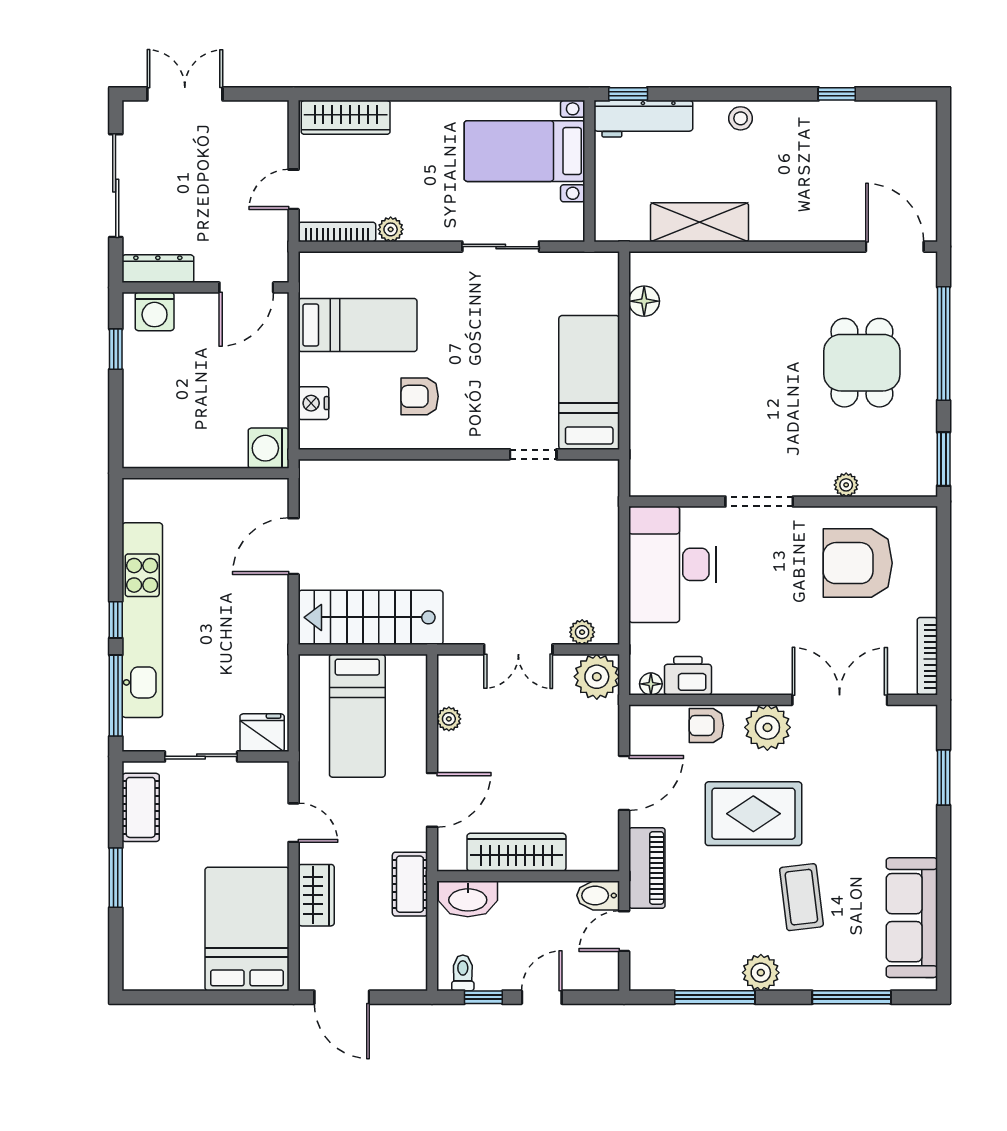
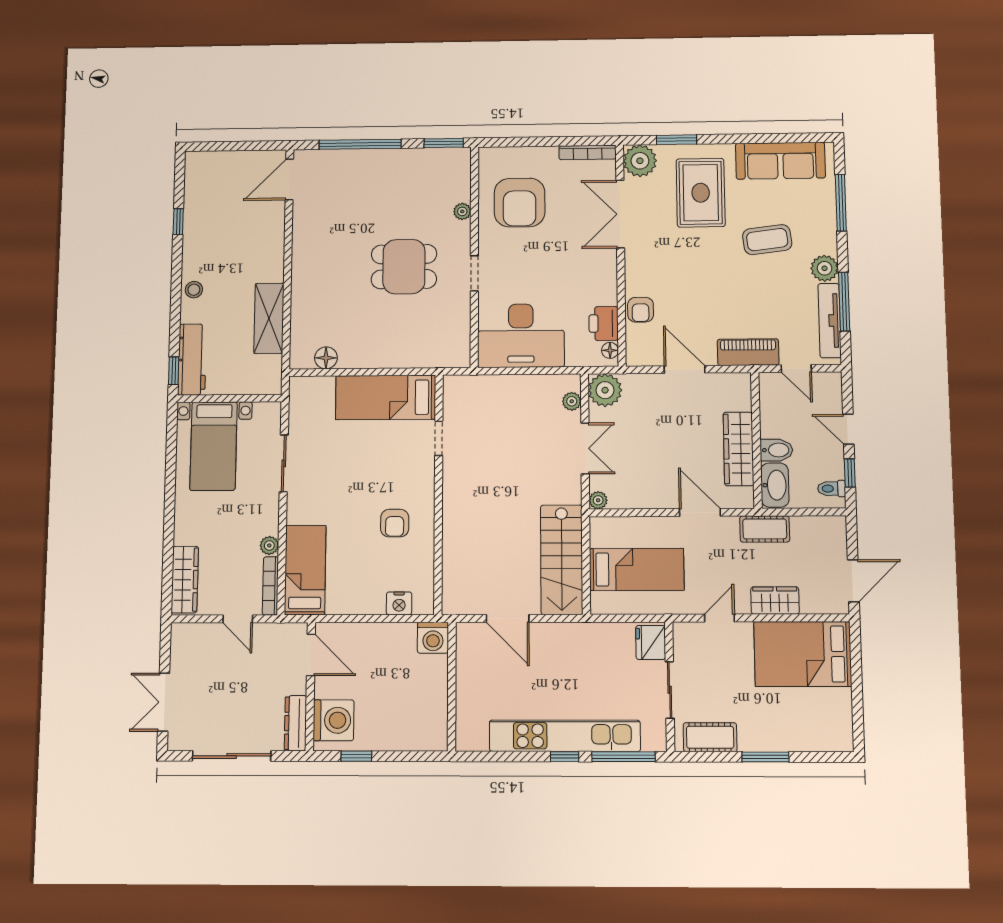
washing machine: (155, 311) -> (334, 720), width x1.37, depth x1.37
bed: (358, 325) -> (305, 570), moved
dining table: (862, 363) -> (404, 267), moved
doorway: (759, 502) -> (474, 273), width x0.73
plant: (449, 719) -> (598, 500), moved
plant: (767, 727) -> (640, 161), moved
rug: (753, 814) -> (701, 193), moved
bidet: (598, 895) -> (776, 450), moved, turned -90
tv unit: (689, 977) -> (830, 321), added

